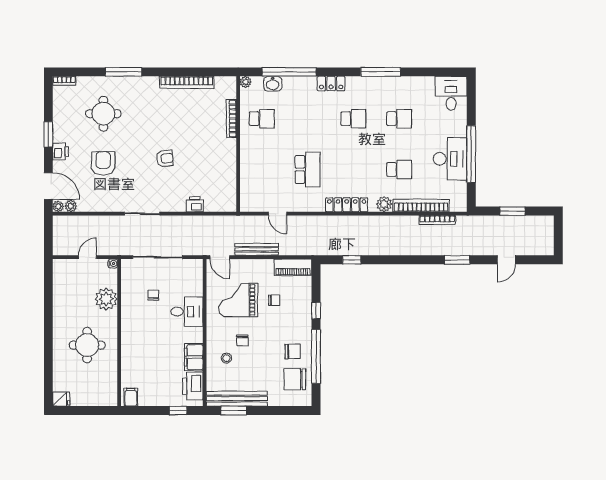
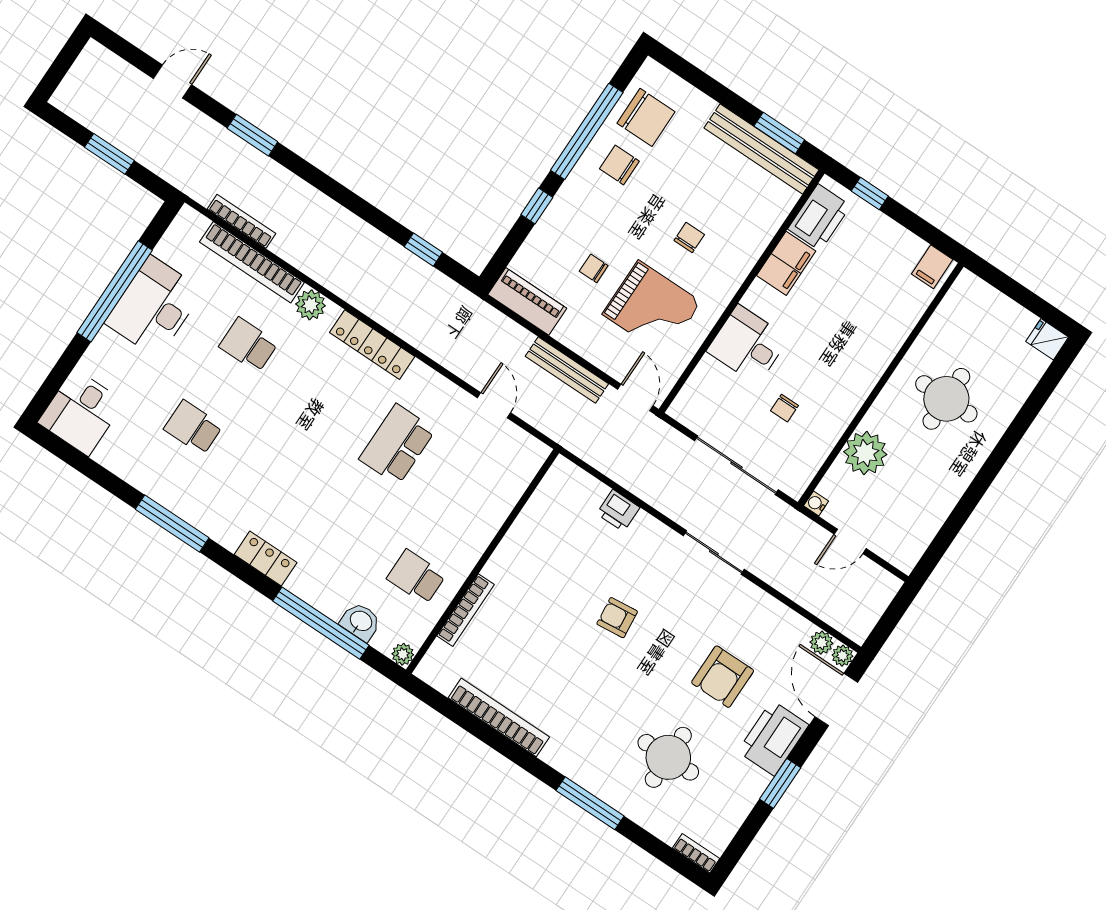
school desk: (353, 119) -> (268, 477), removed
printer: (60, 152) -> (773, 738), width x1.87, depth x1.48
stool: (226, 358) -> (734, 226), removed

